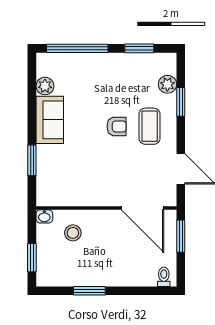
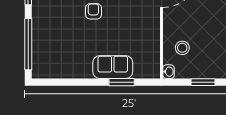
plant: (45, 86) -> (60, 71), removed
sofa: (50, 120) -> (113, 67), moved

